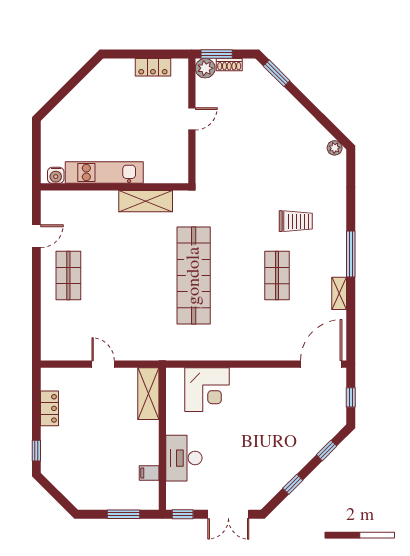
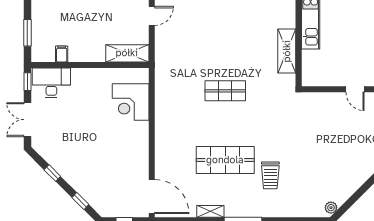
shop shelf: (194, 276) -> (225, 91), width x0.50, depth x0.74
shop shelf: (277, 276) -> (225, 160), width x1.43, depth x1.36
desk: (184, 458) -> (51, 83), moved

